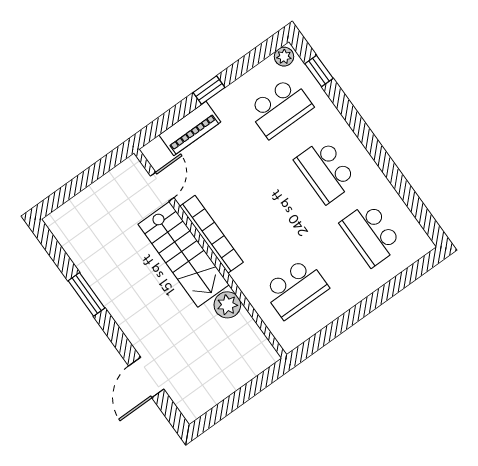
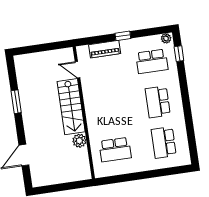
door: (162, 187) -> (78, 70), swing flipped
bookcase: (211, 234) -> (89, 104), removed

